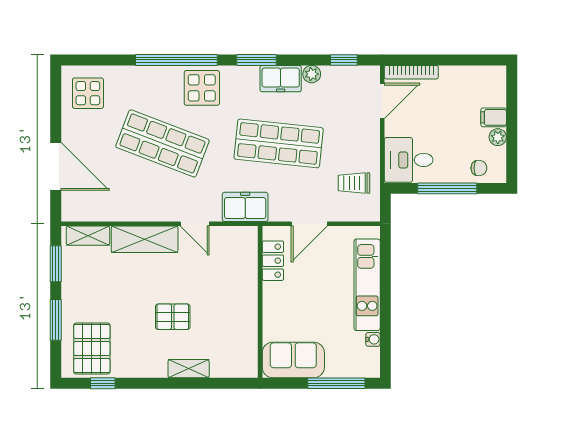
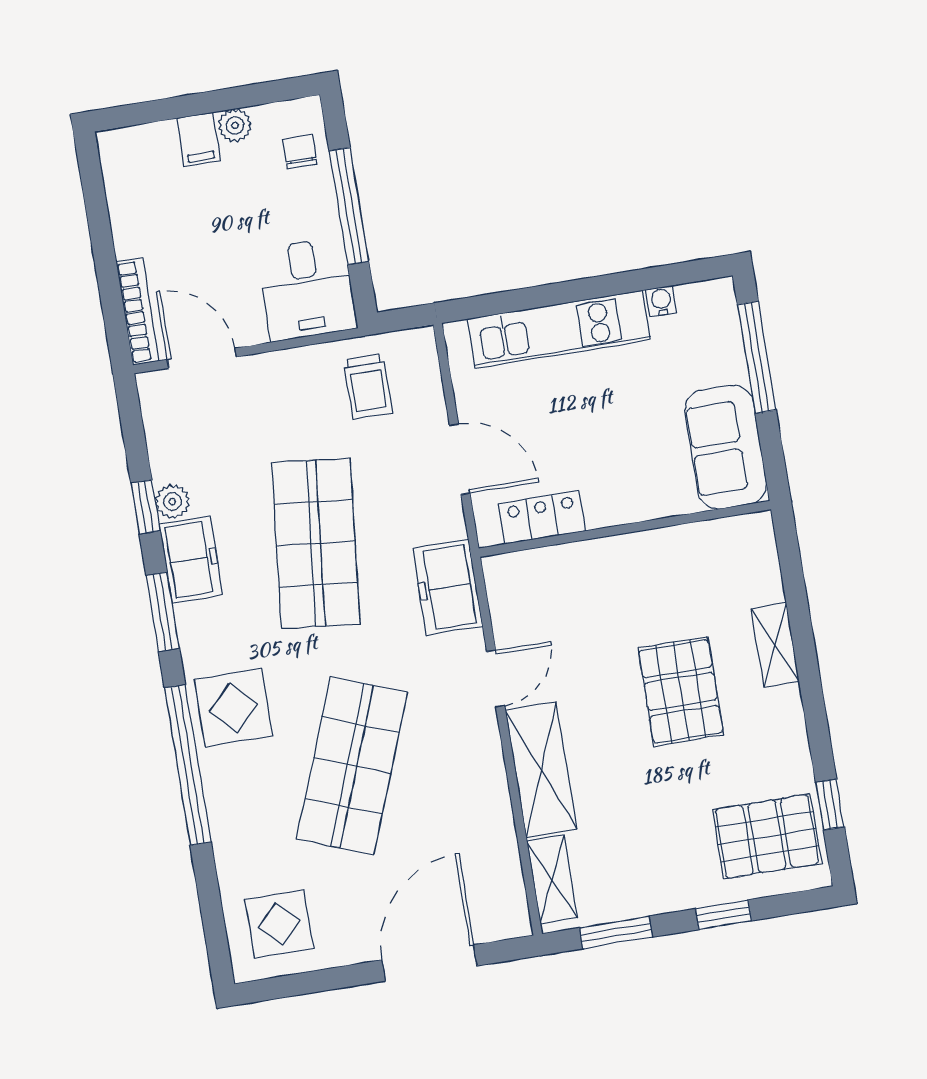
window: (344, 60) -> (146, 507), moved
pallet: (173, 317) -> (681, 691), width x1.50, depth x1.42
window: (56, 320) -> (723, 915), width x0.67

